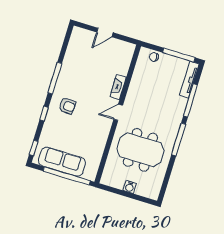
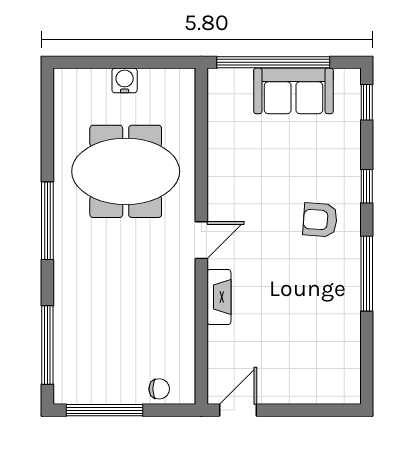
door: (105, 32) -> (238, 410), moved
tv unit: (189, 80) -> (64, 362), removed
window: (190, 100) -> (47, 345), moved
sofa: (62, 162) -> (293, 91), width x0.73

